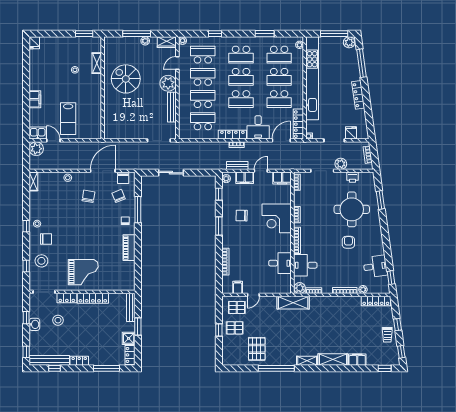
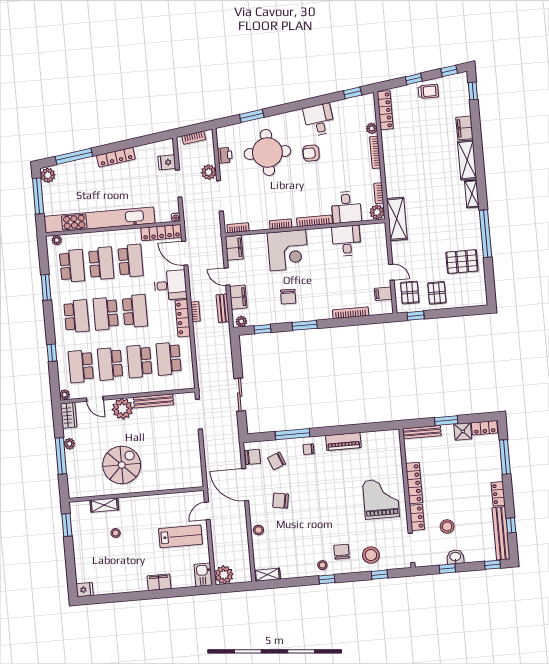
school desk: (241, 77) -> (106, 314), turned 180
spiral stairs: (126, 79) -> (122, 465), turned 180
door: (53, 140) -> (207, 511), moved
desk: (375, 266) -> (319, 120), moved
window: (219, 330) -> (416, 316), moved

